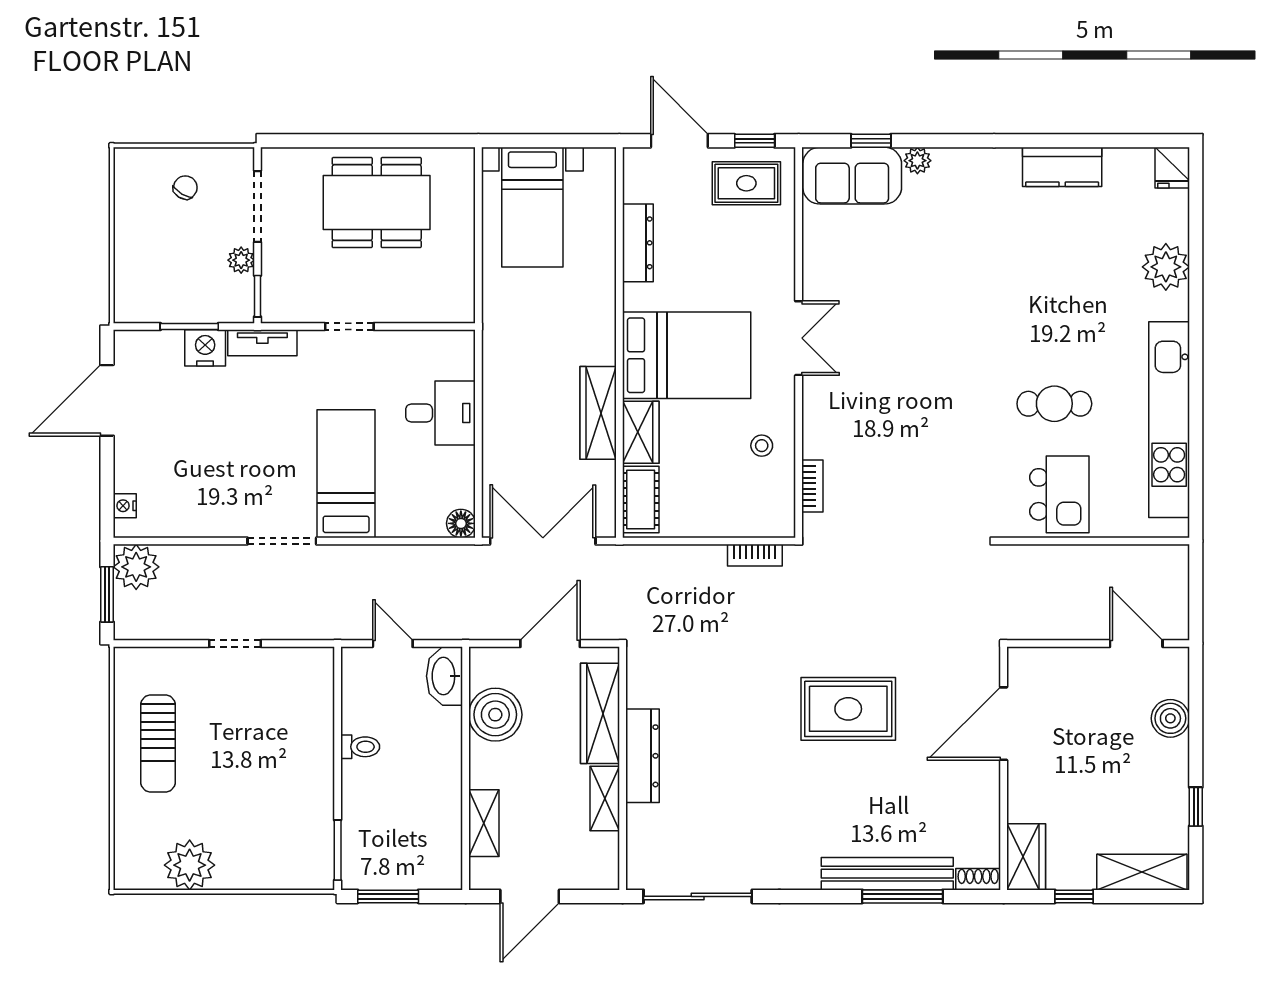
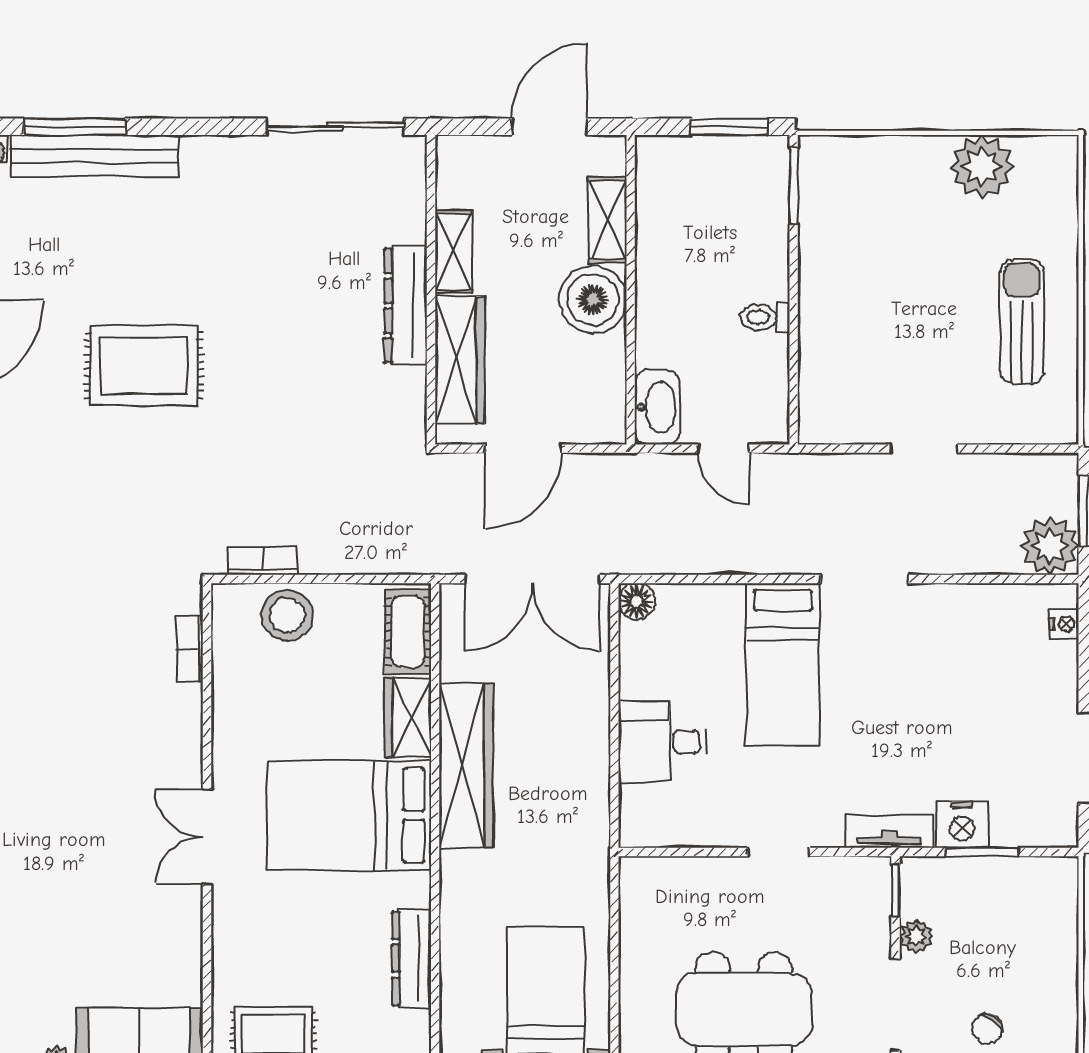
wardrobe: (598, 413) -> (466, 766), width x1.40, depth x1.17
stool: (762, 446) -> (287, 615), moved, width x1.89, depth x1.89
boiler: (495, 715) -> (593, 300), moved

